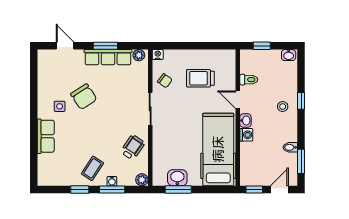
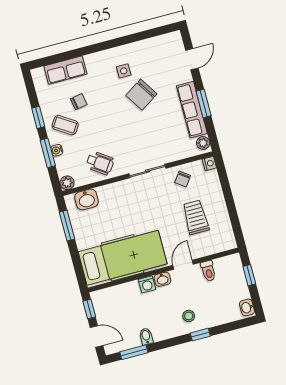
row of seats: (46, 136) -> (65, 70), moved
chair: (76, 151) -> (79, 102), added
washbasin: (177, 178) -> (86, 199), moved, turned 90

